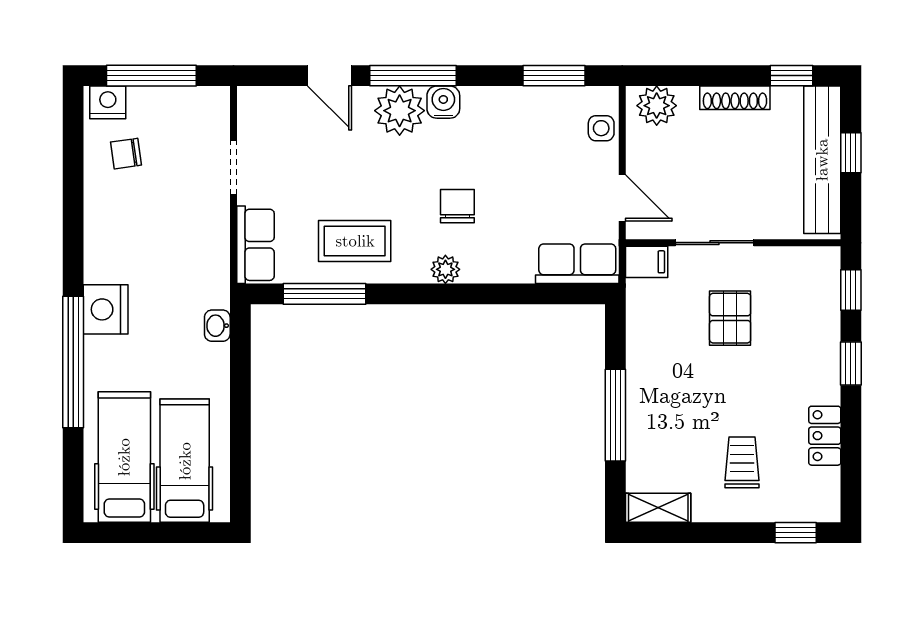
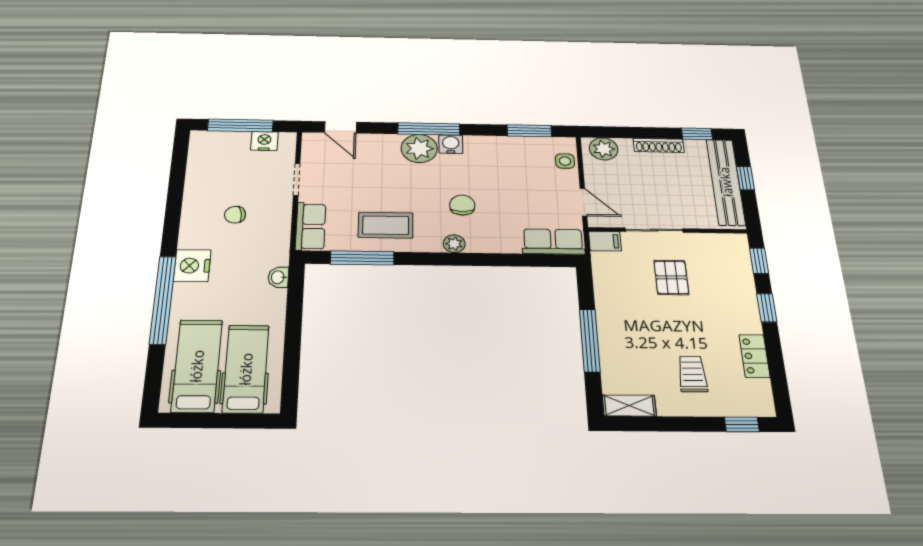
door: (330, 76) -> (341, 127), moved
nightstand: (108, 102) -> (264, 141), moved
chair: (126, 154) -> (235, 215), moved

